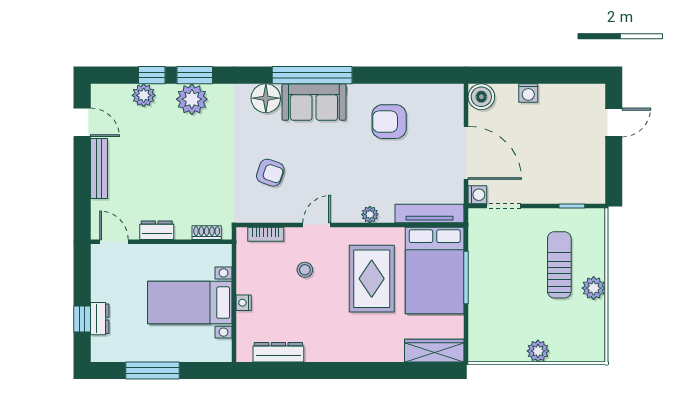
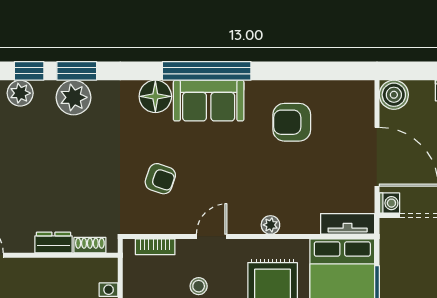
tv unit: (430, 214) -> (348, 224), width x0.71
dresser: (157, 230) -> (53, 242), moved

